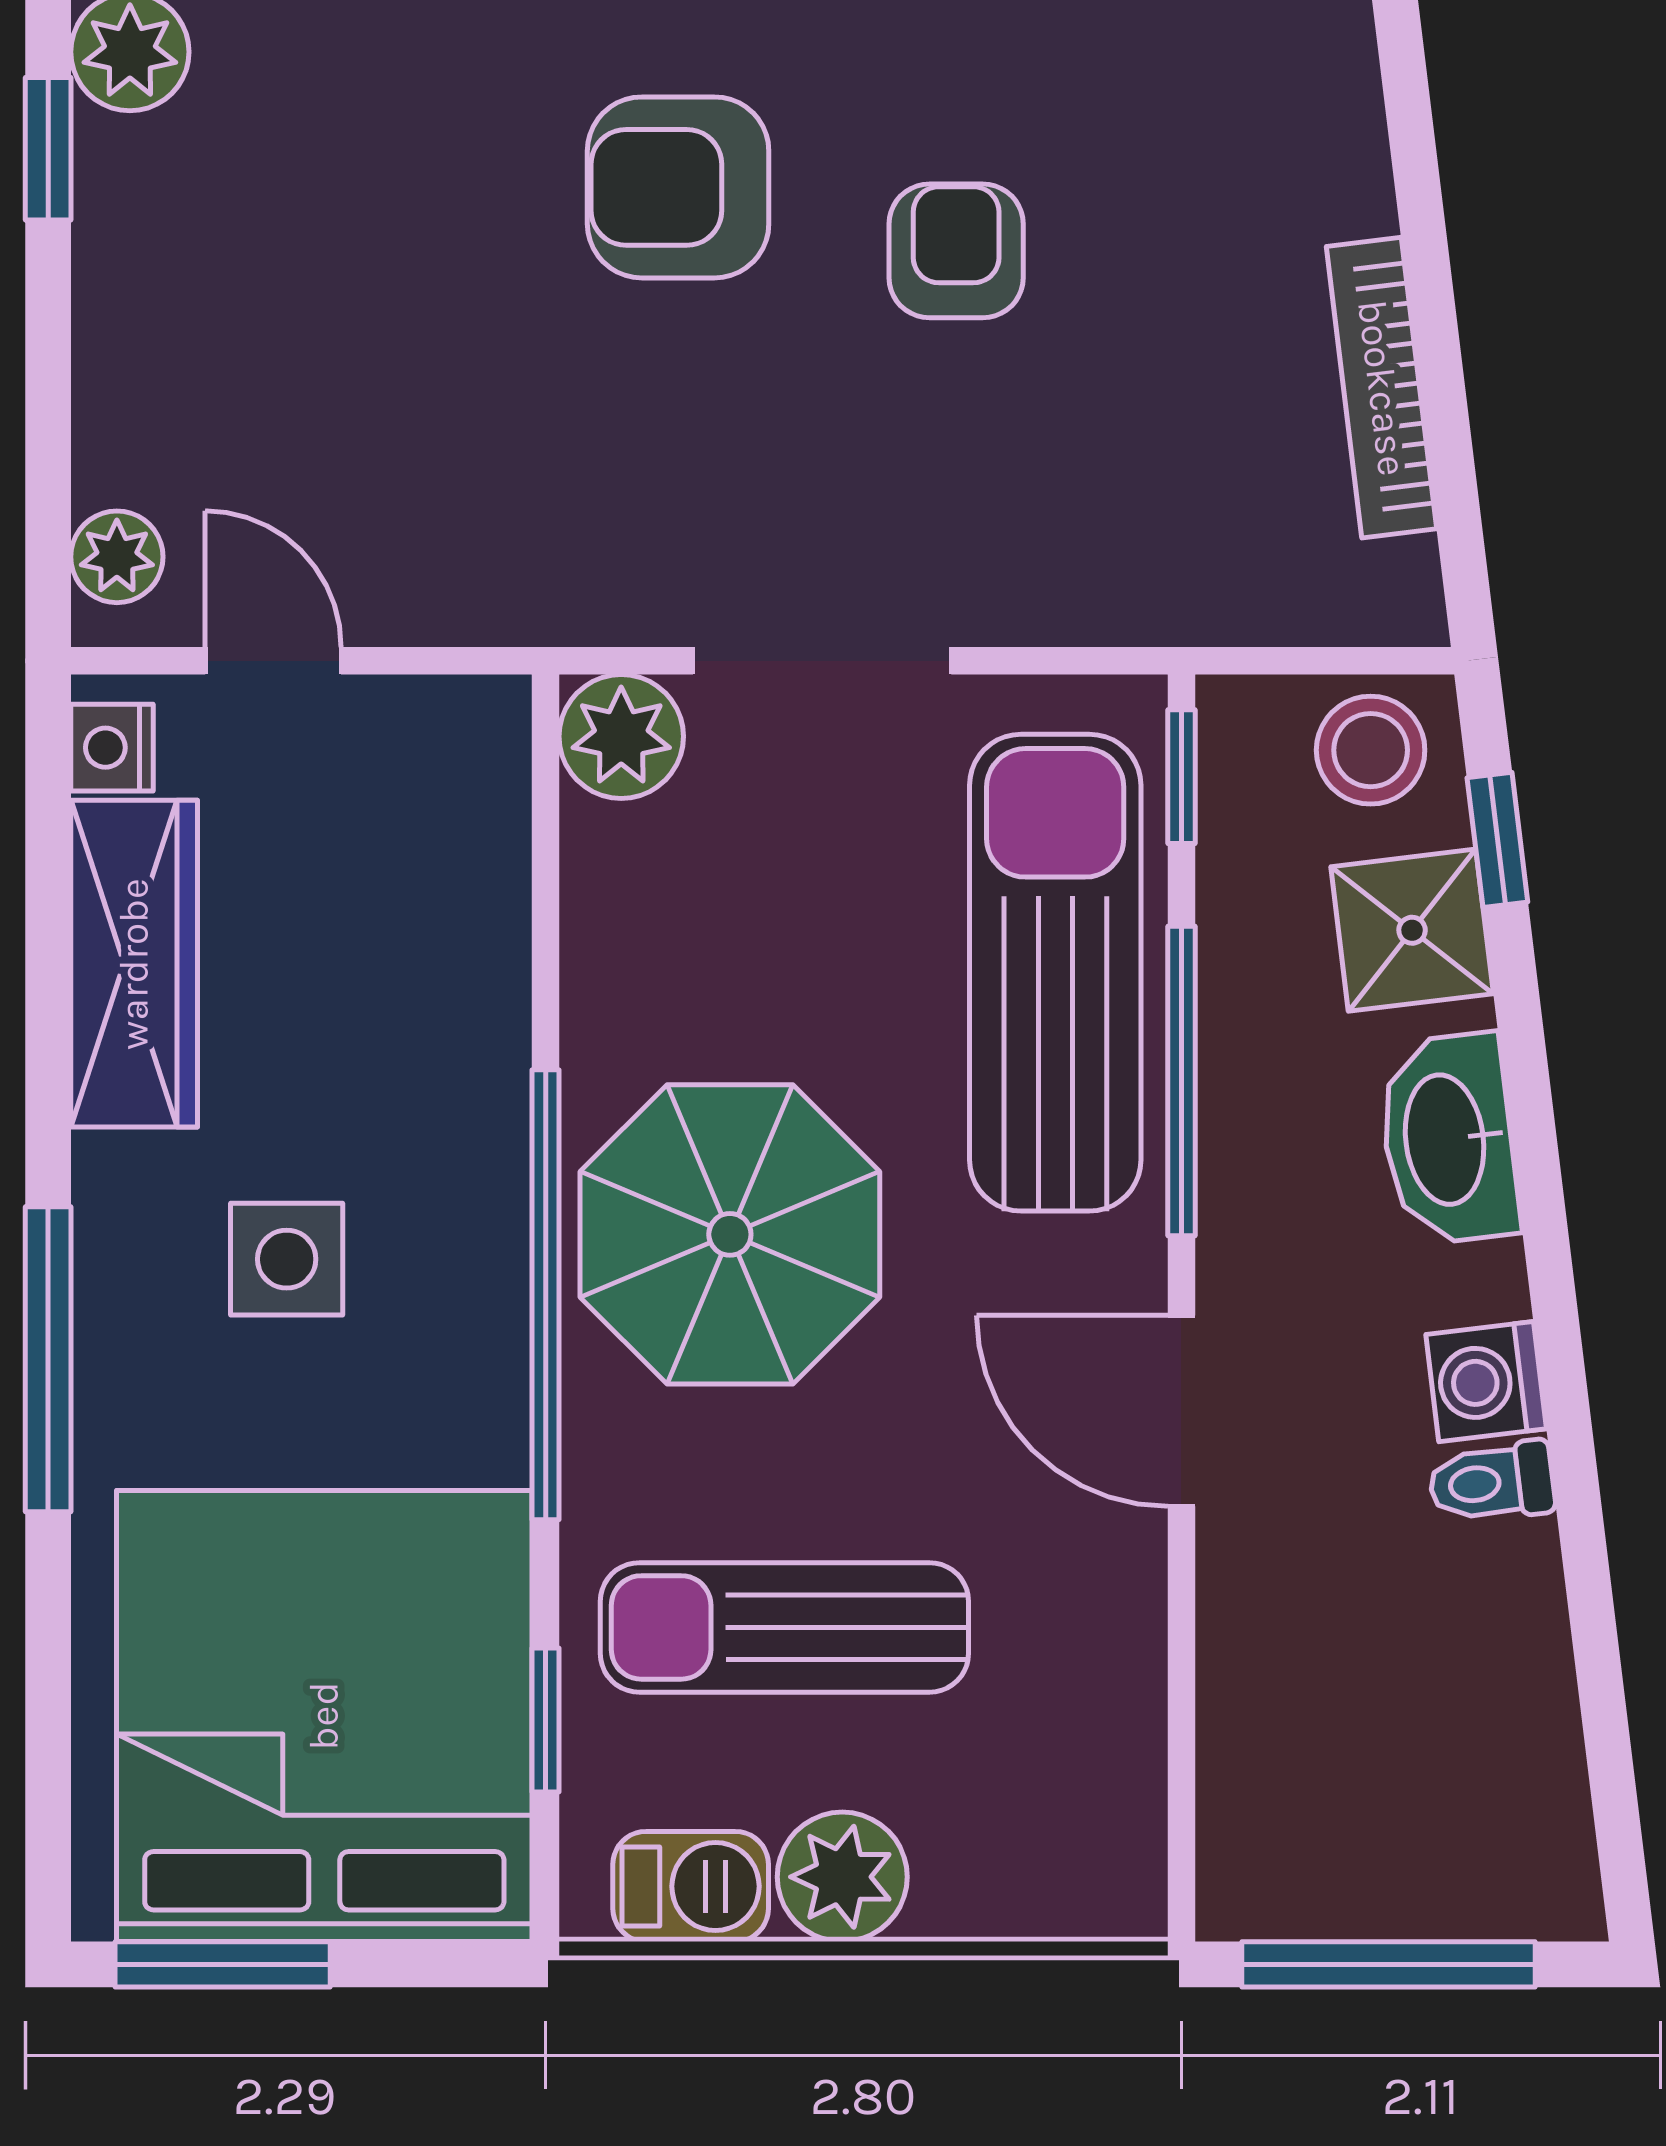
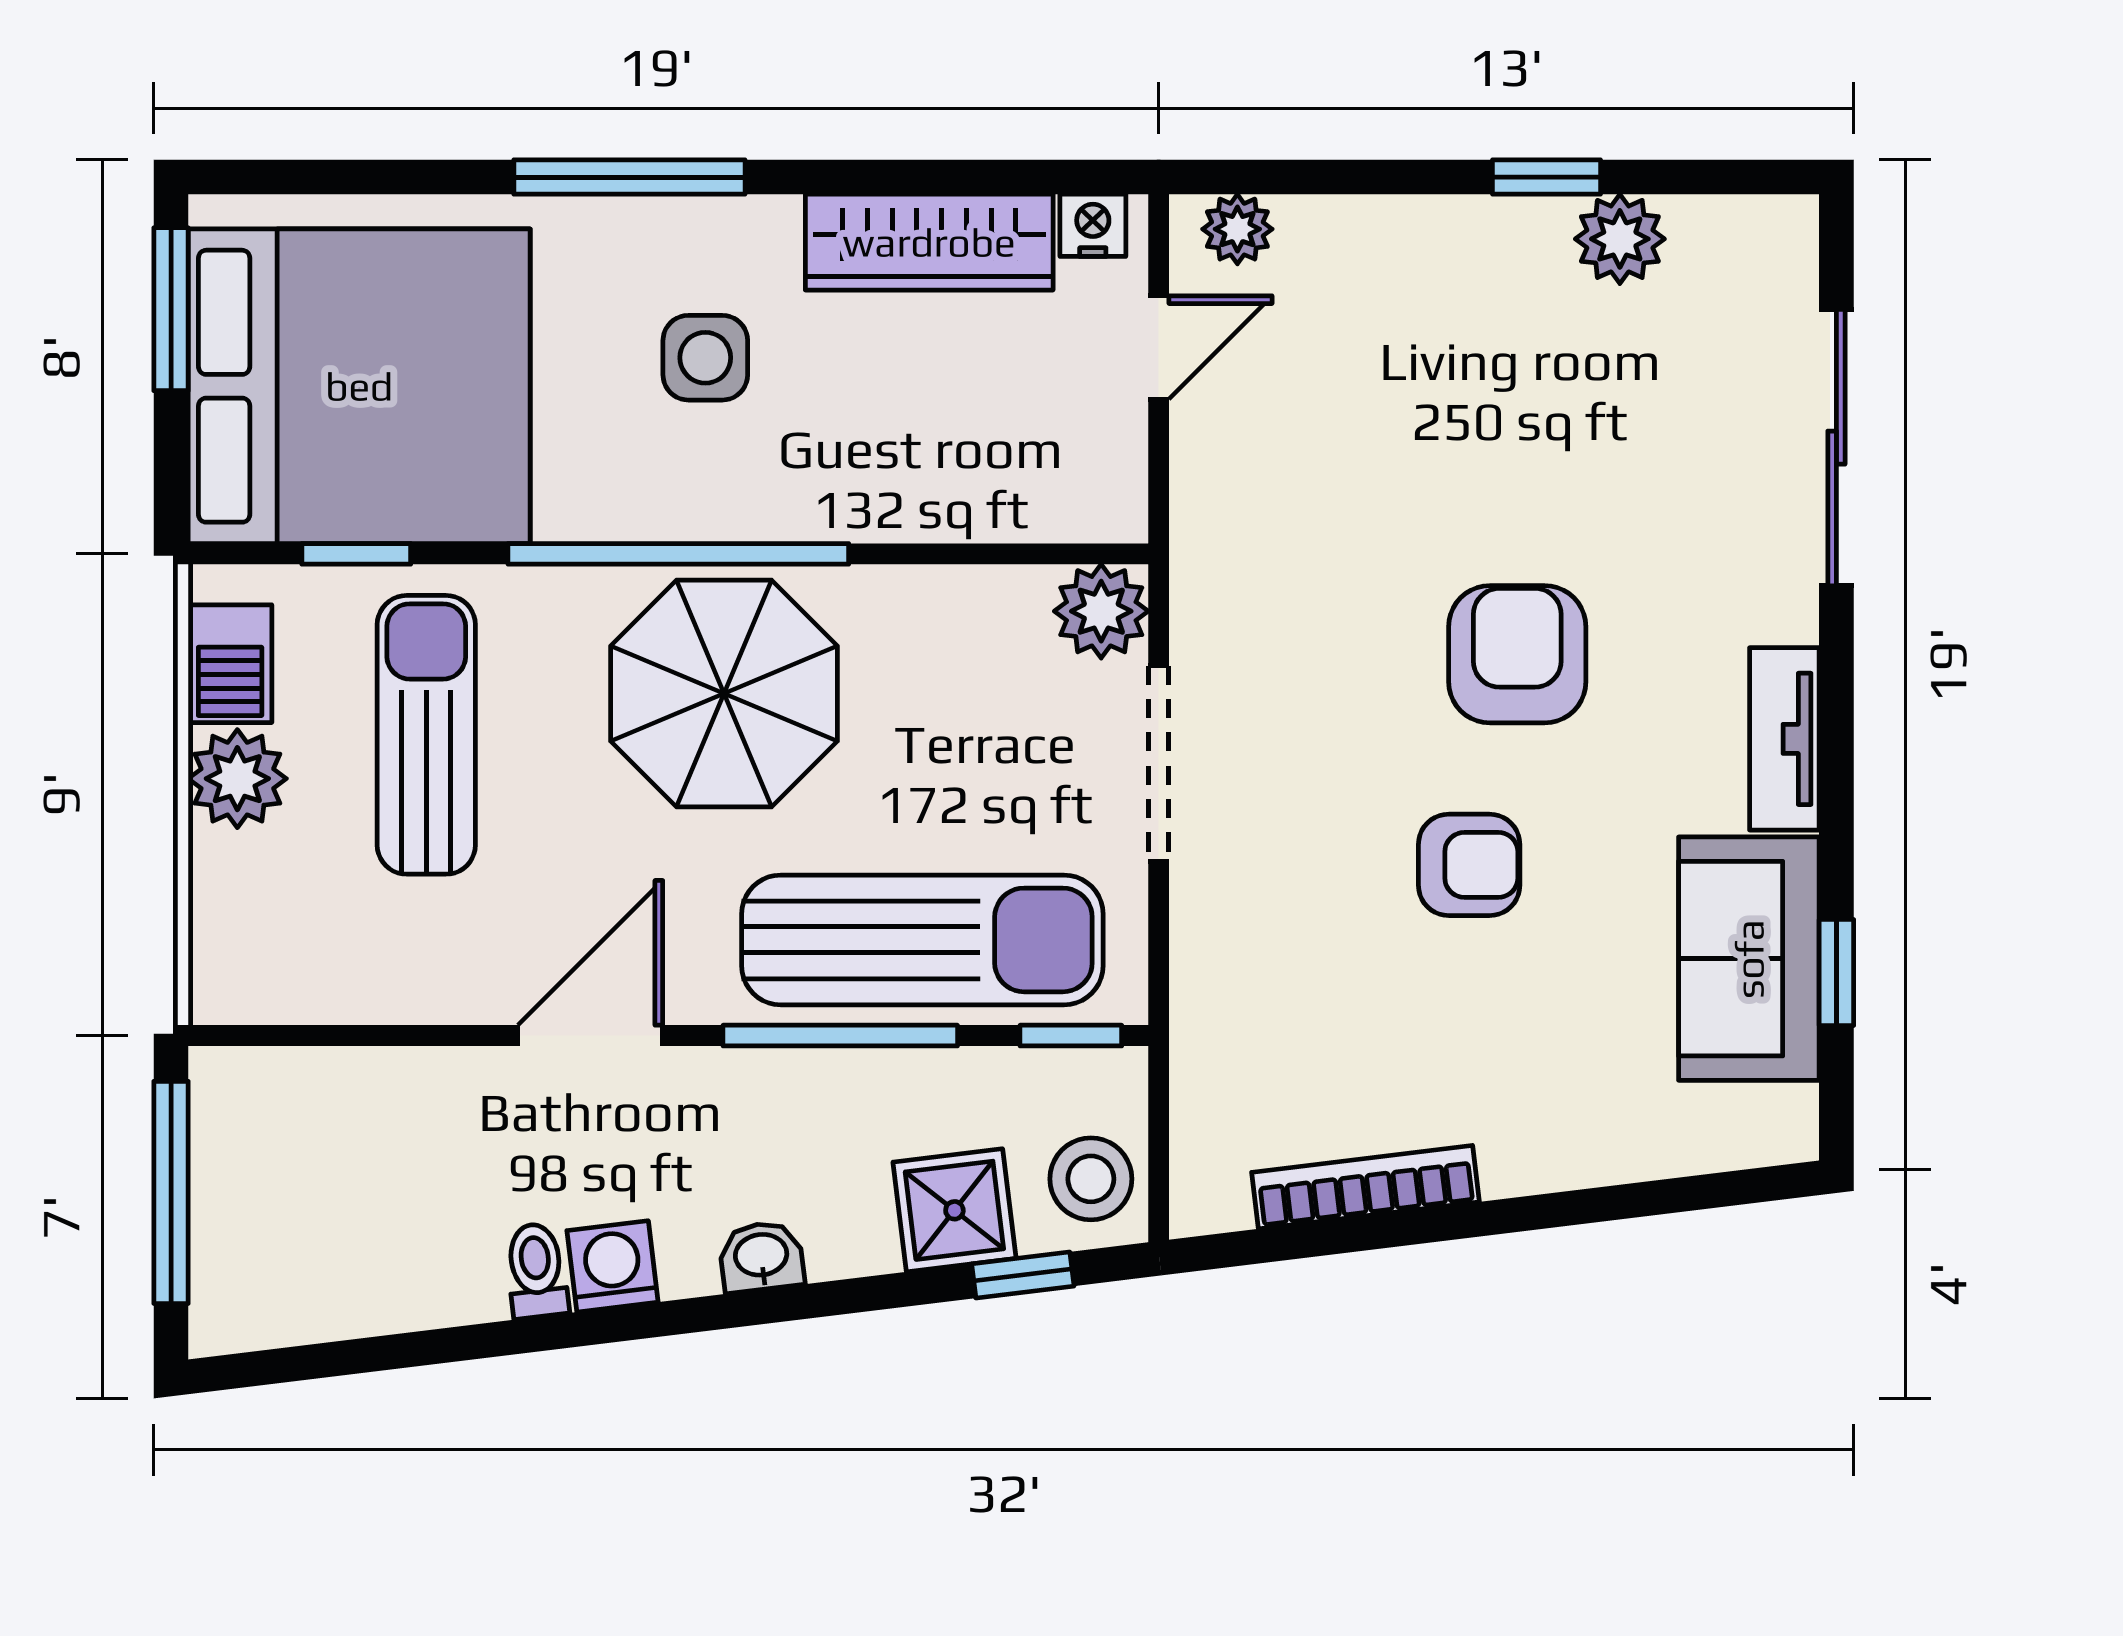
washbasin: (1448, 1139) -> (761, 1257), width x0.52, depth x0.69

